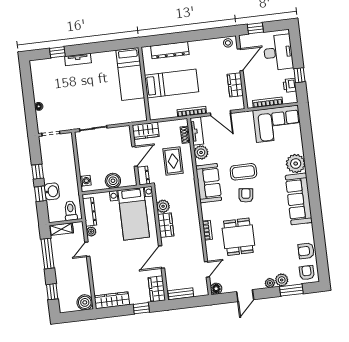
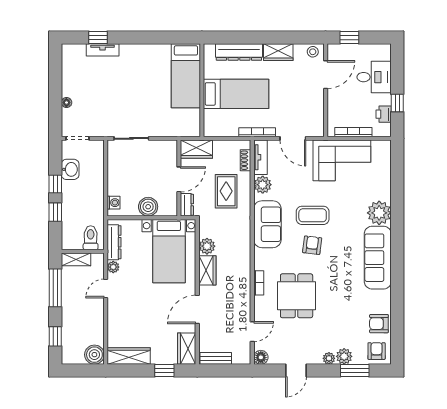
desk: (278, 52) -> (374, 77), width x0.73
tv unit: (78, 60) -> (103, 50), moved
wardrobe: (235, 85) -> (278, 52), moved, turned -90
corner sofa: (277, 124) -> (342, 160), moved
washbasin: (52, 191) -> (70, 169), moved

